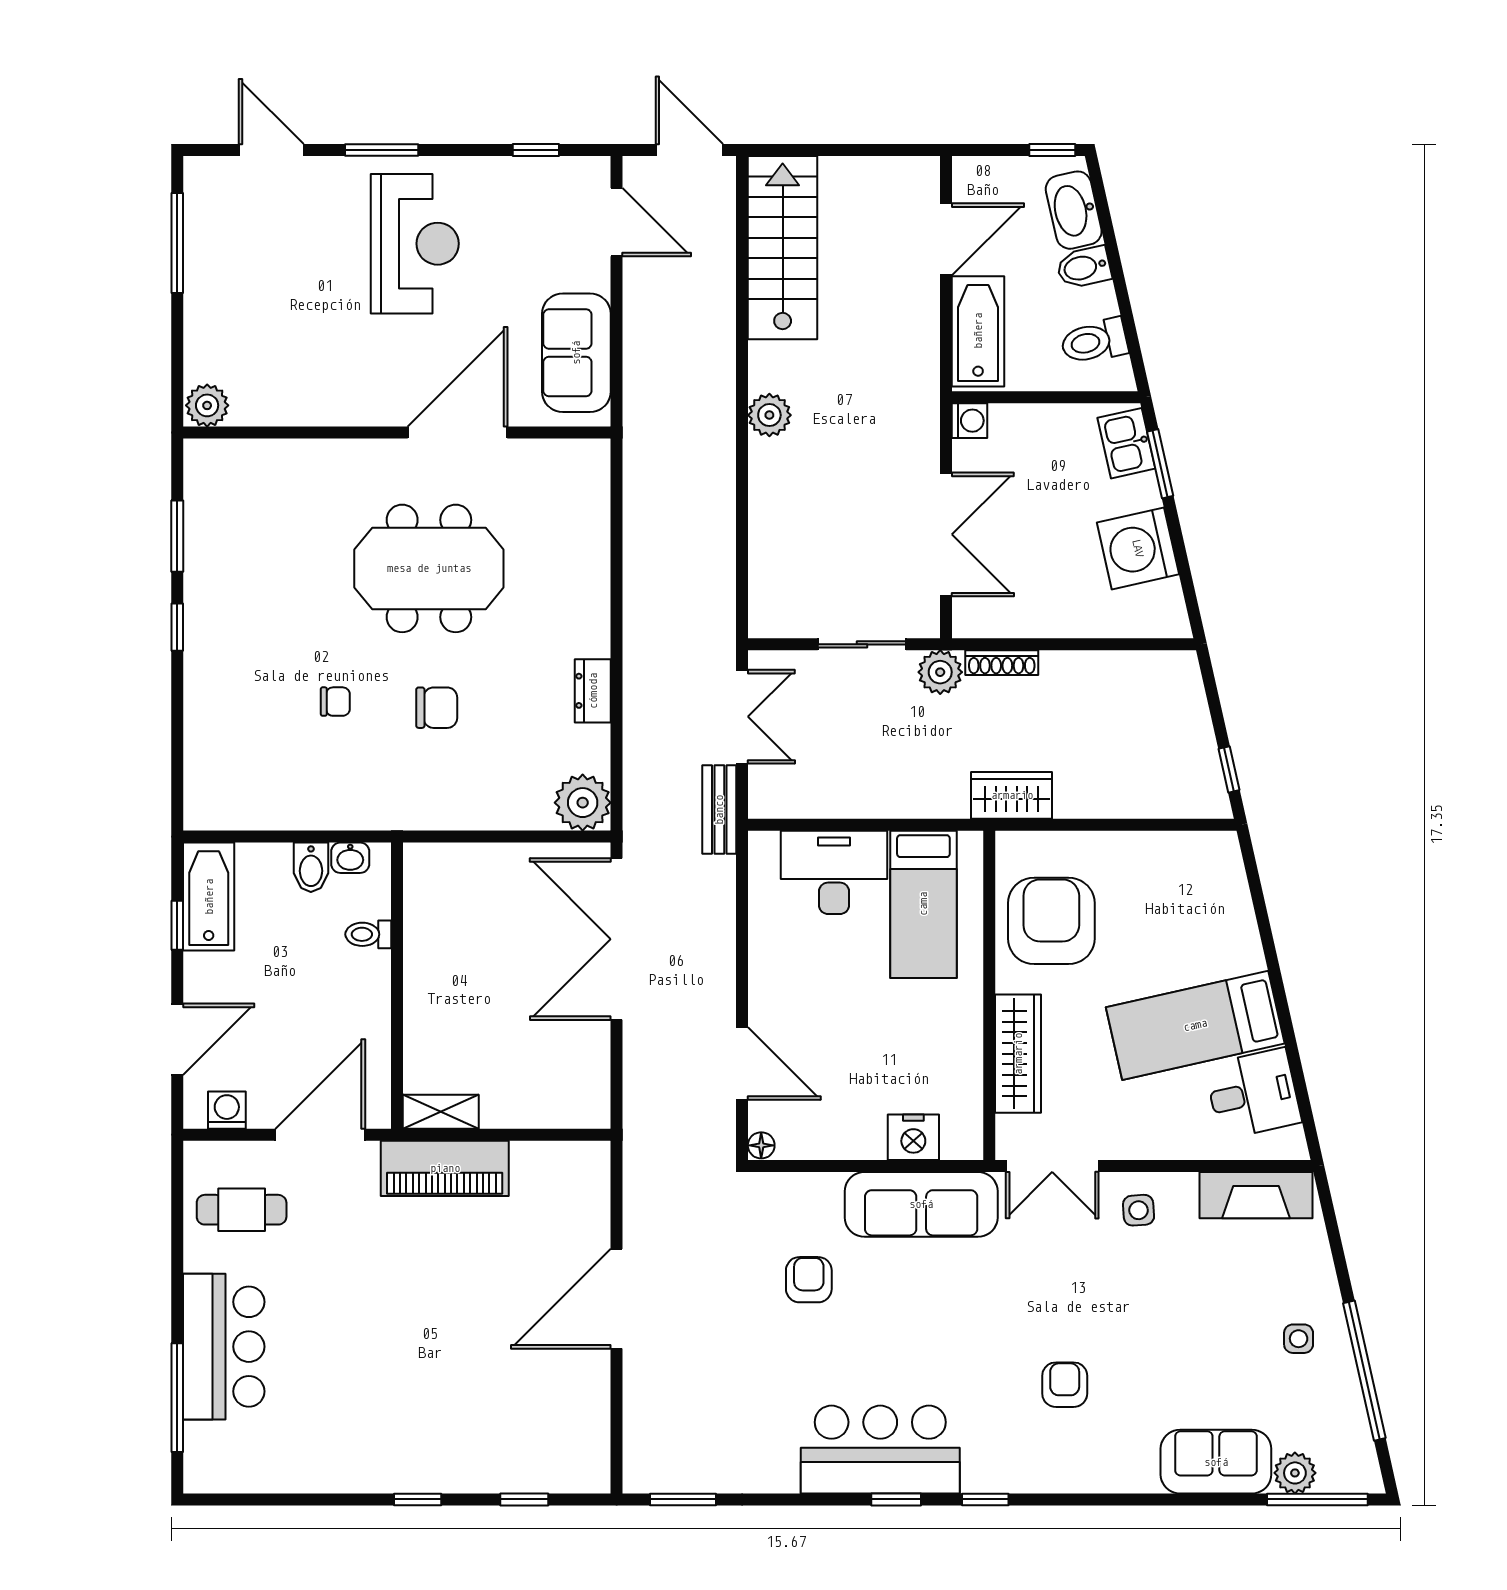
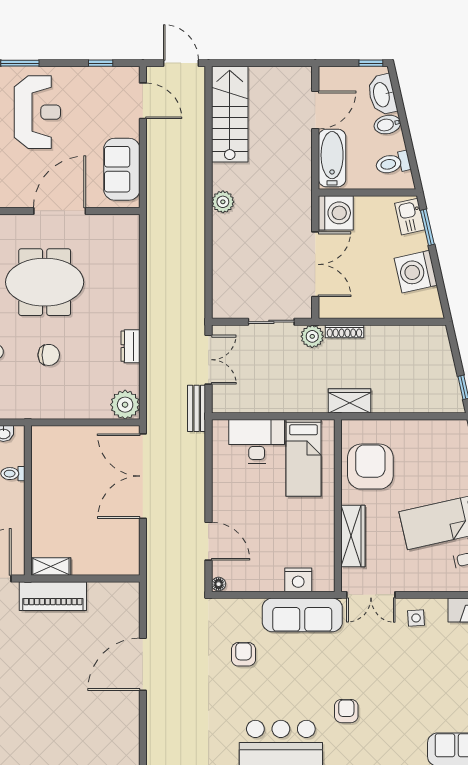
washing machine: (969, 421) -> (336, 213), width x1.89, depth x1.89
armchair: (1065, 1385) -> (346, 711), moved

